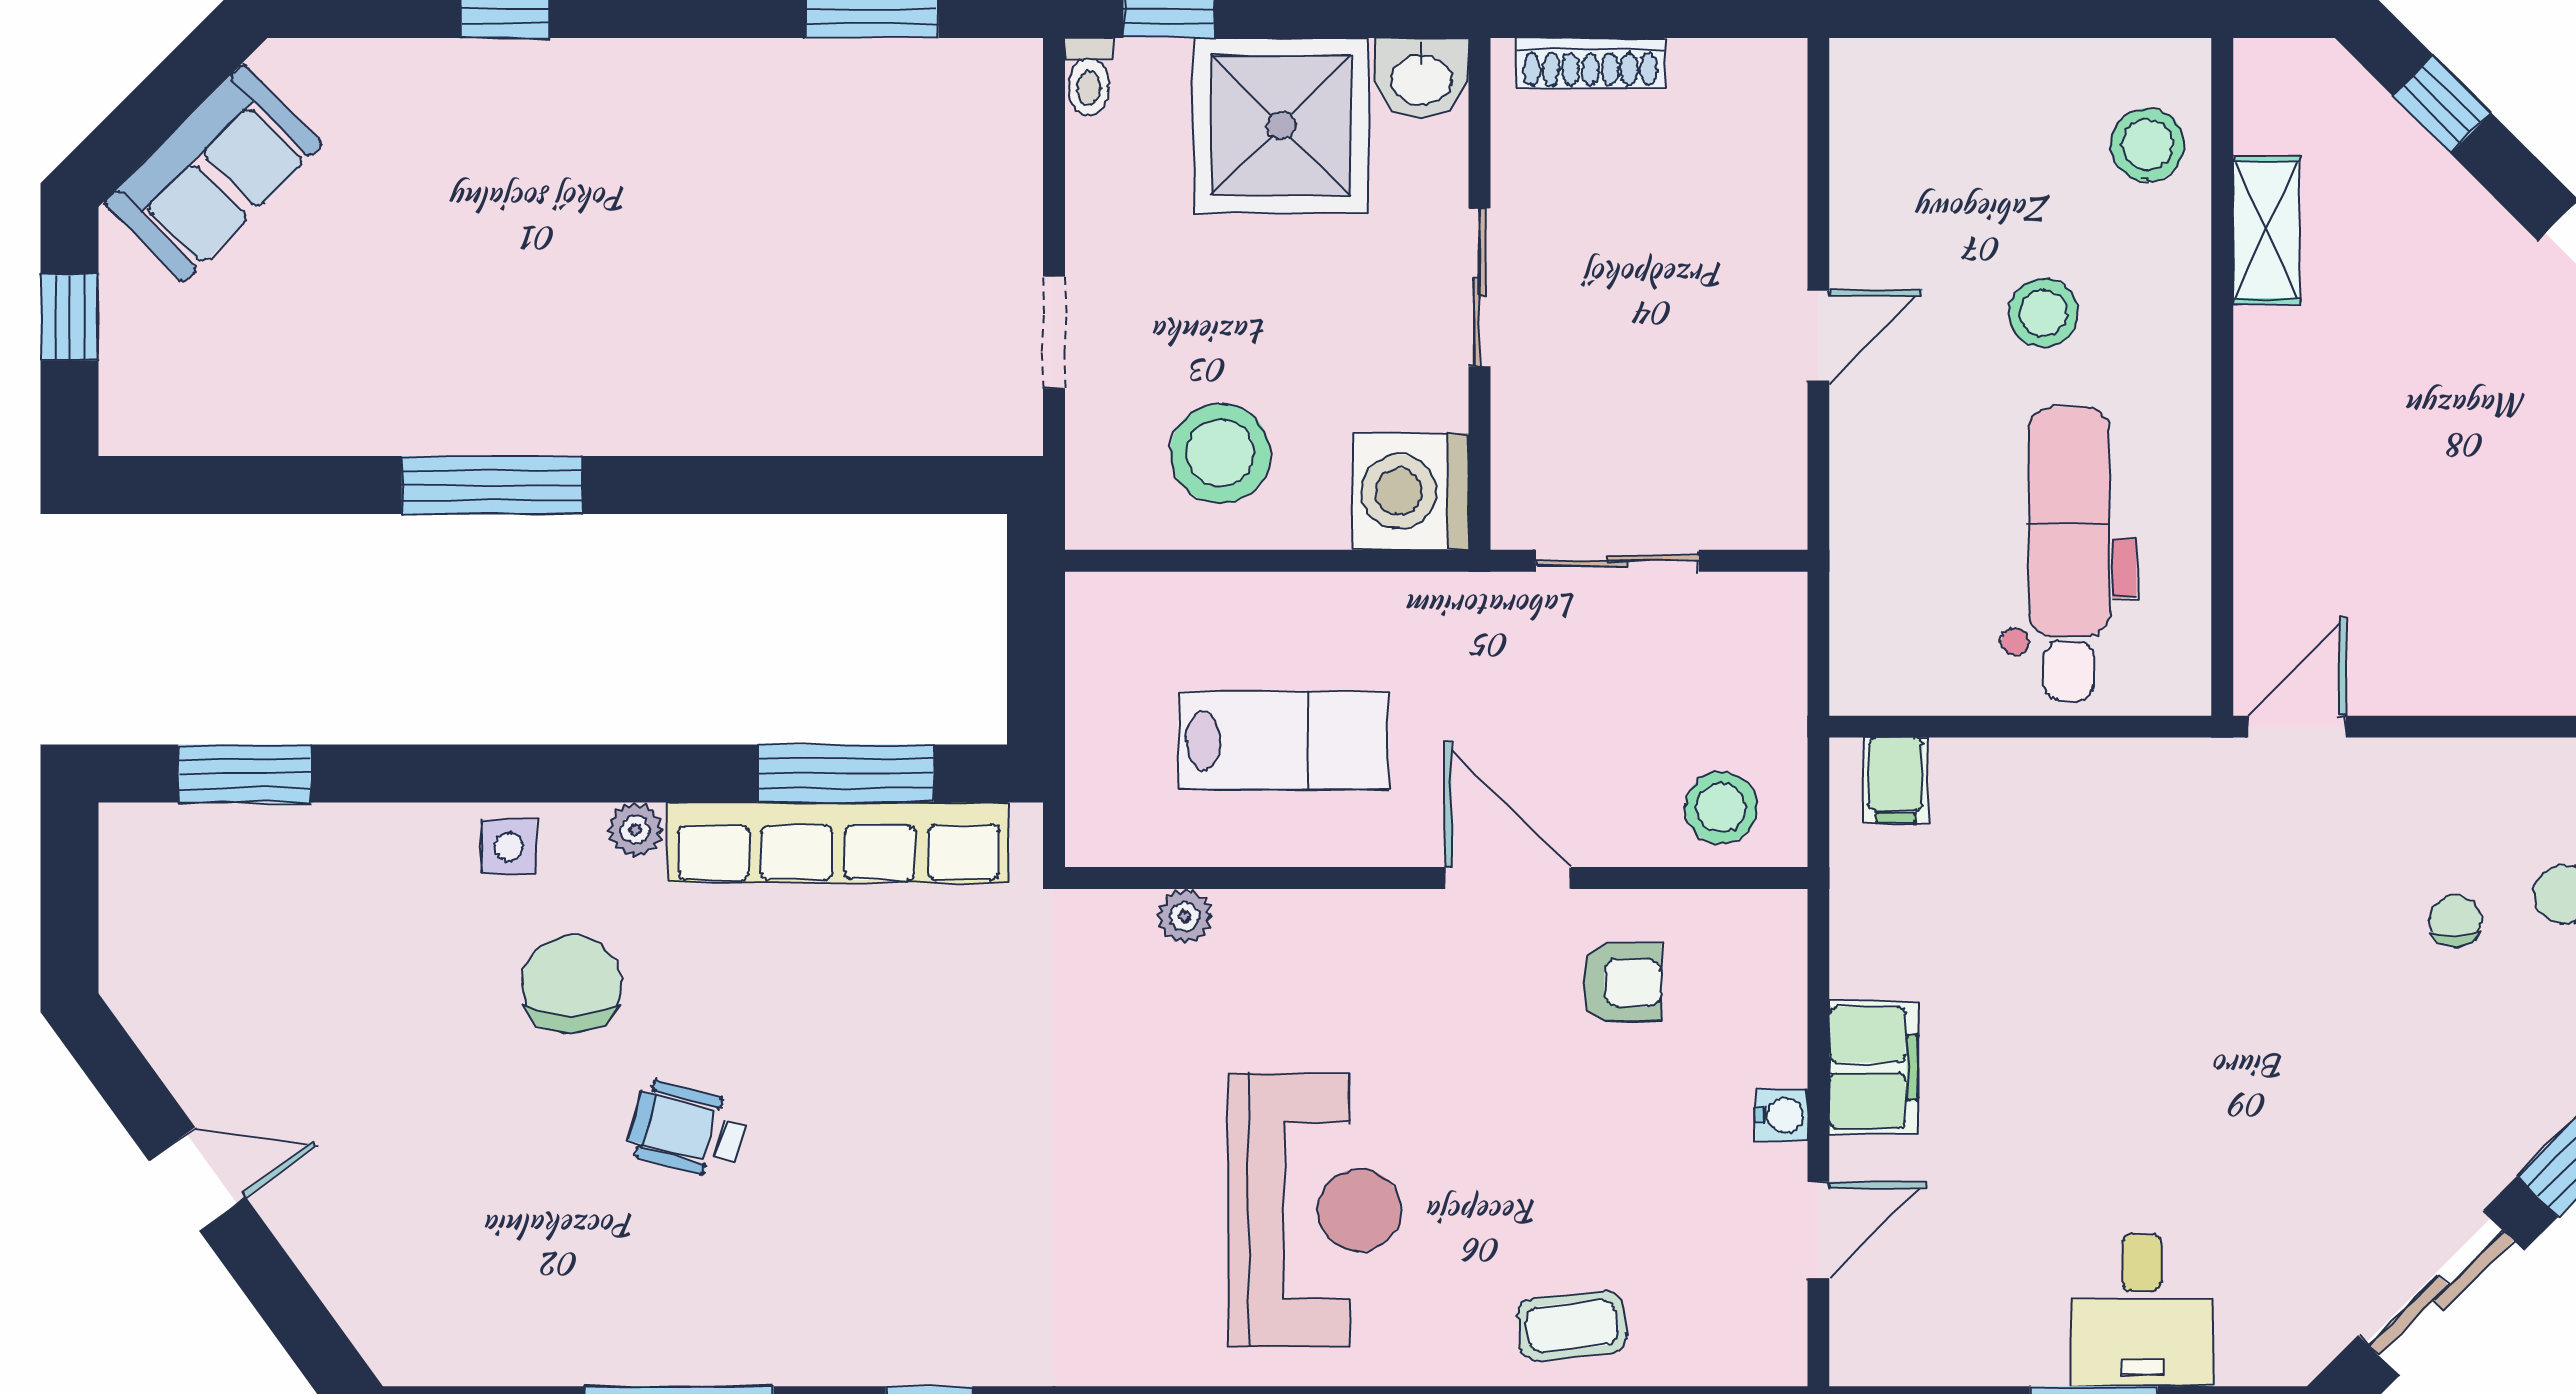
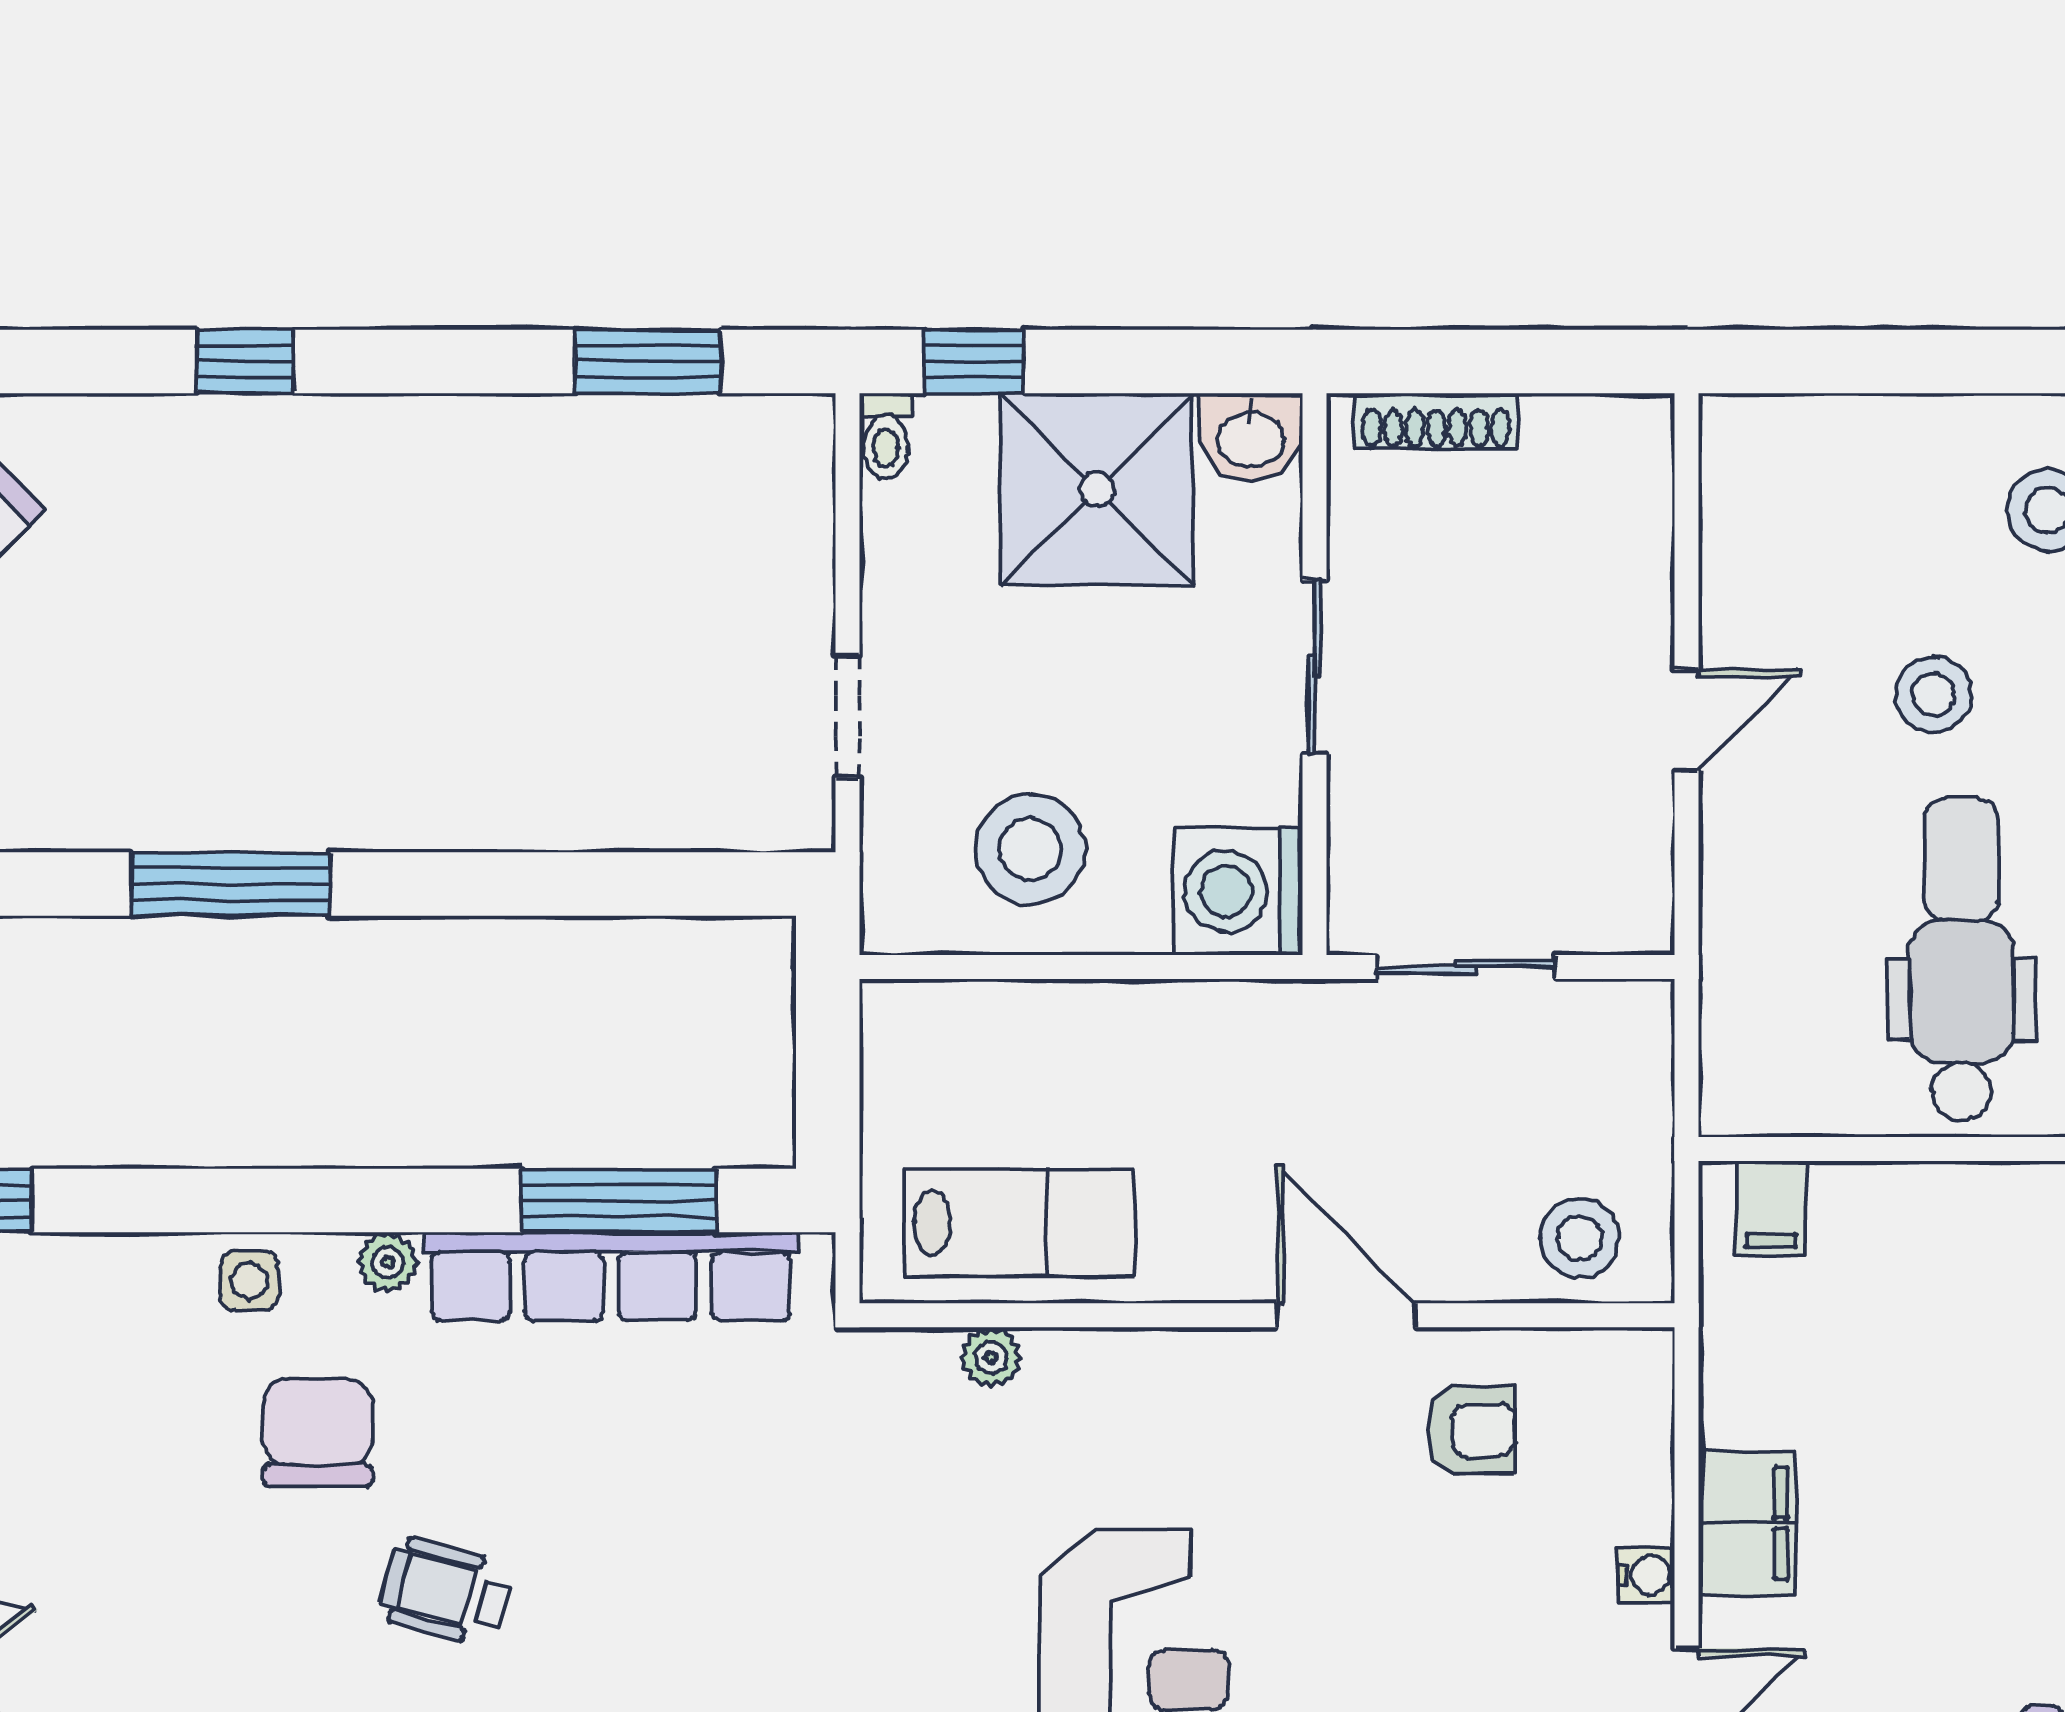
lab bench: (1283, 741) -> (1019, 1223), moved

